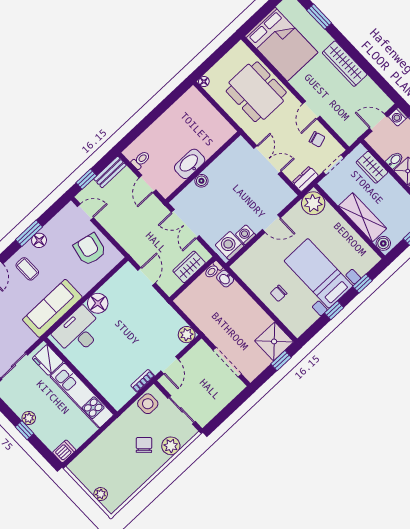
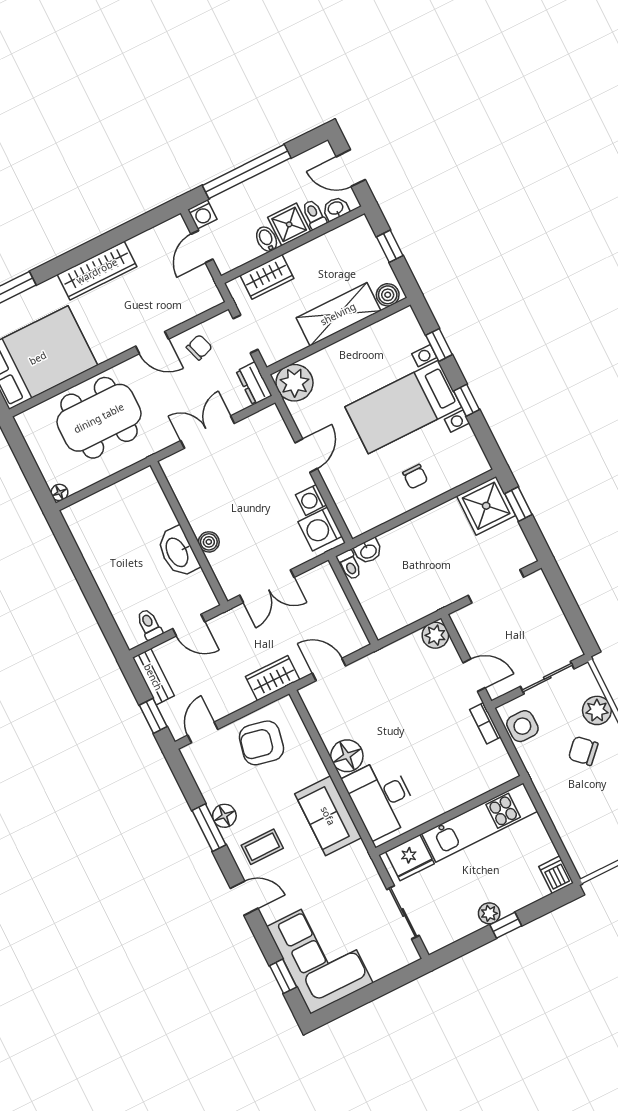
wardrobe: (189, 267) -> (273, 678), moved, turned 90
sofa: (52, 308) -> (328, 816), width x0.73

